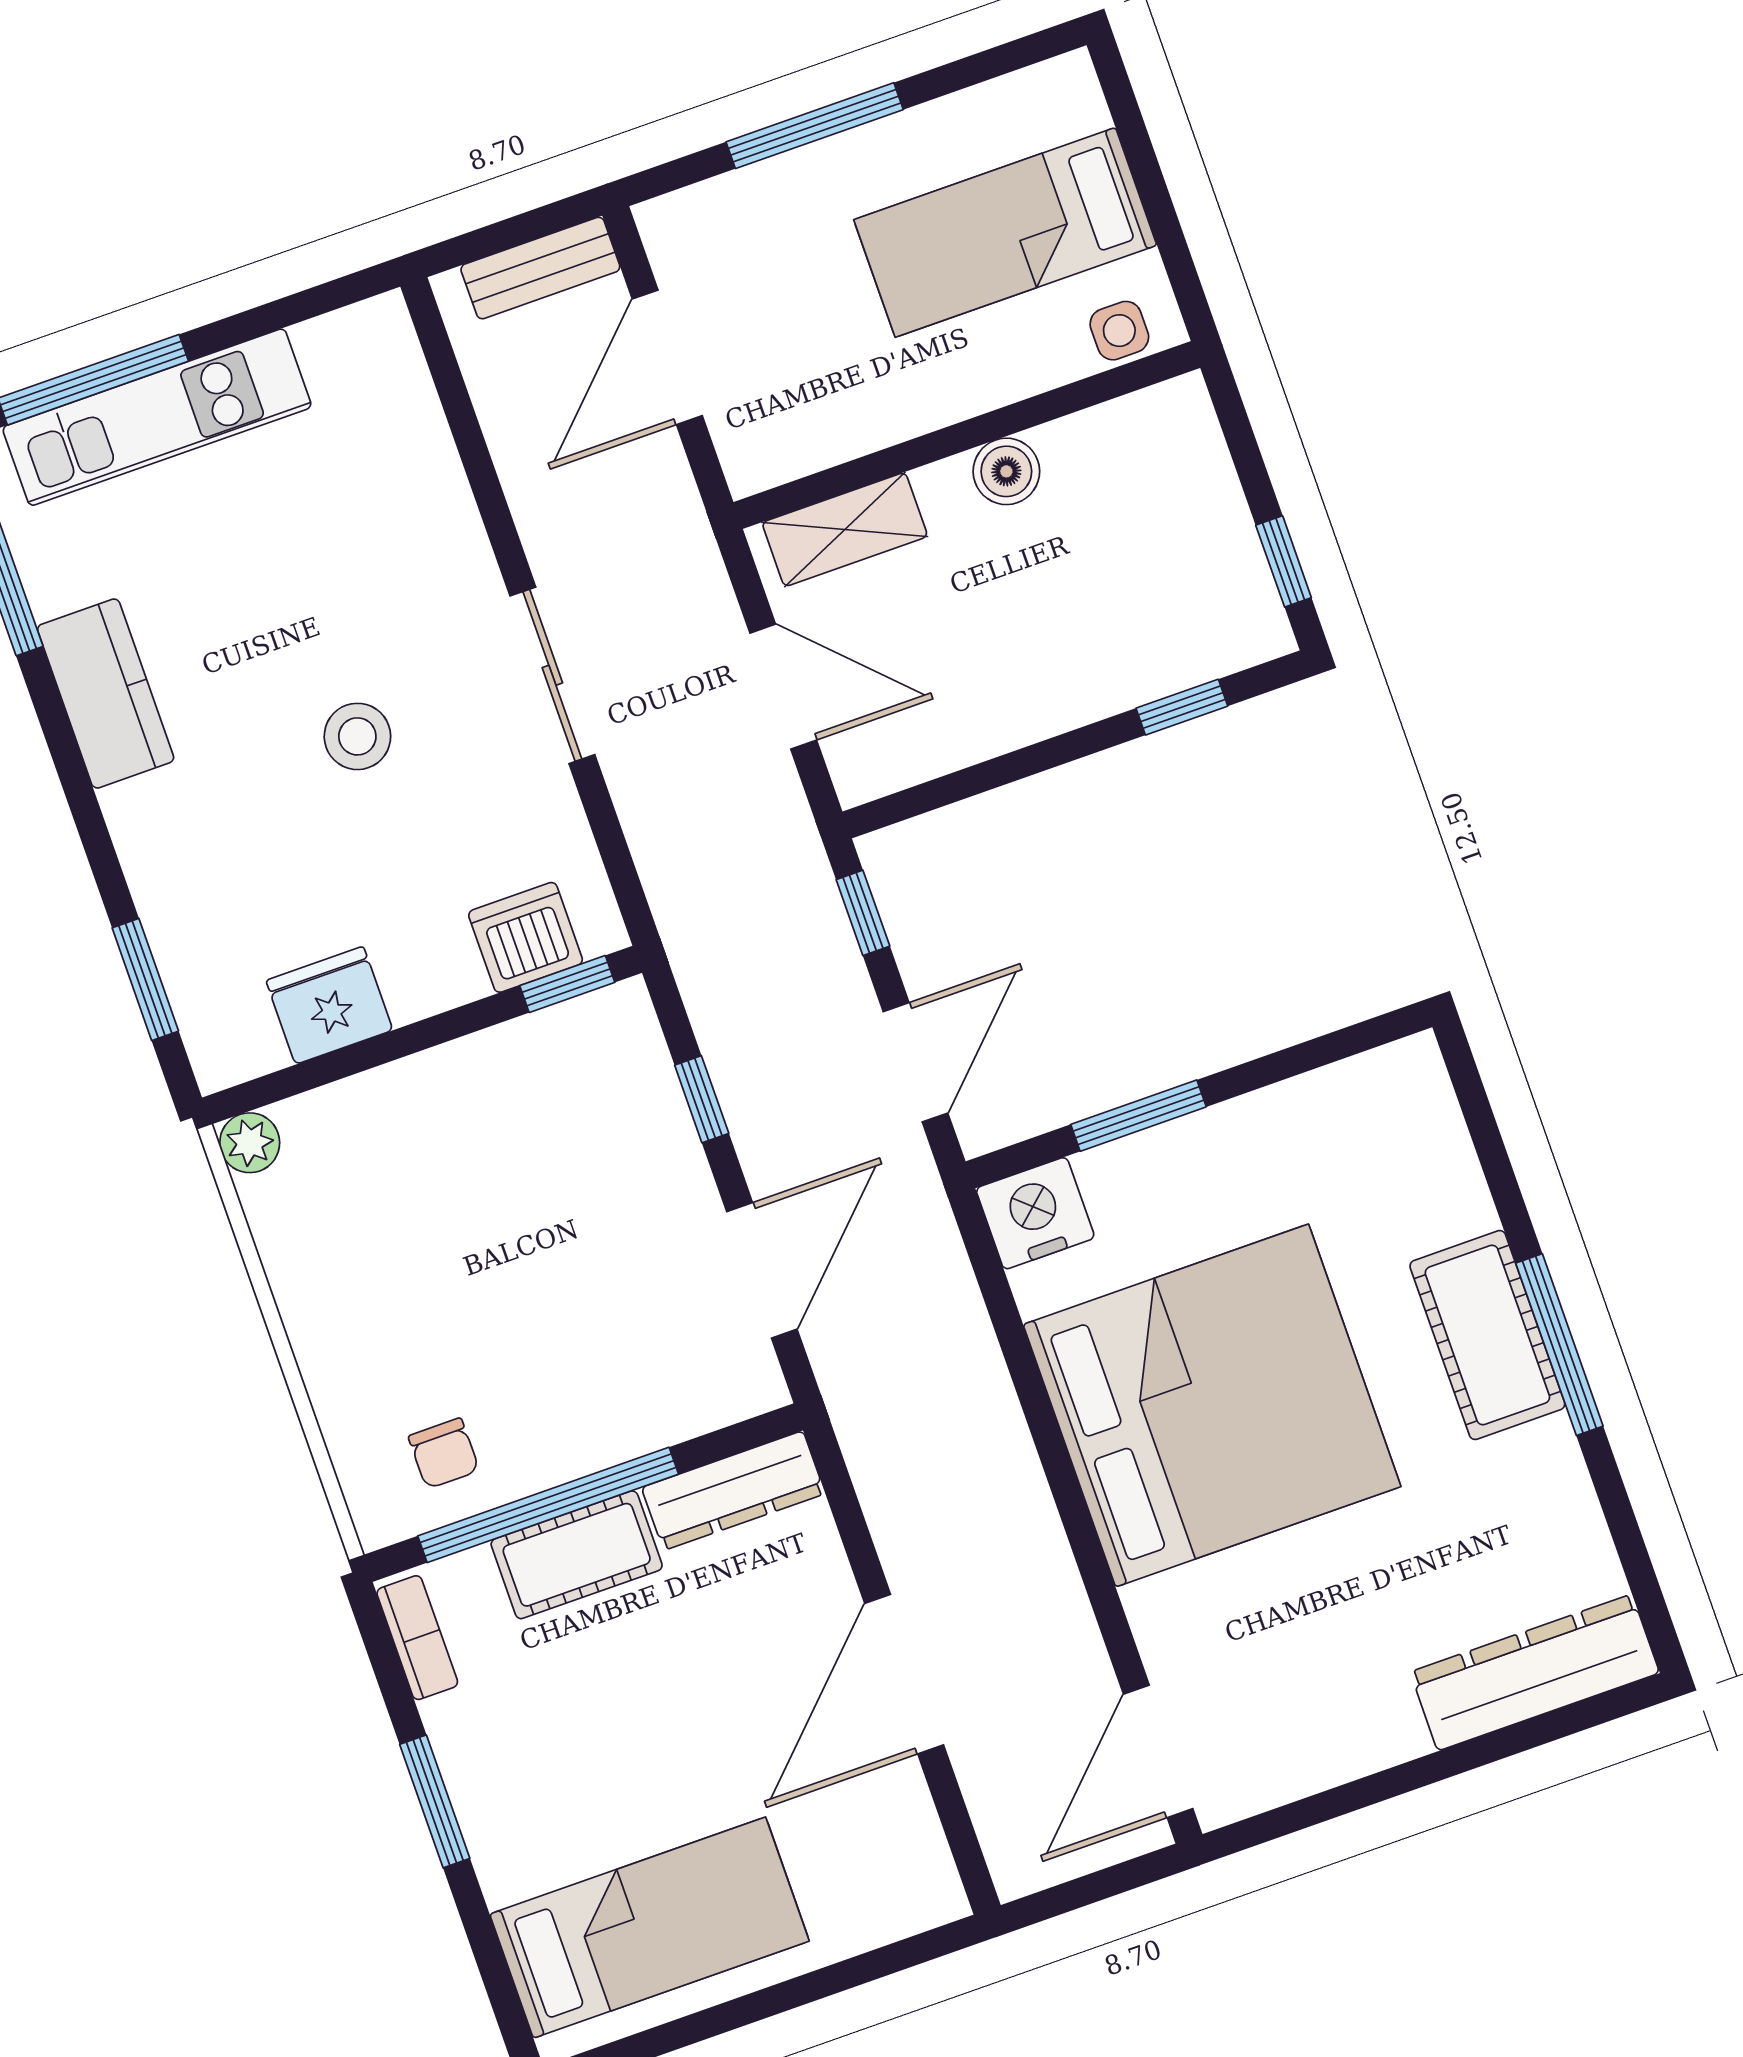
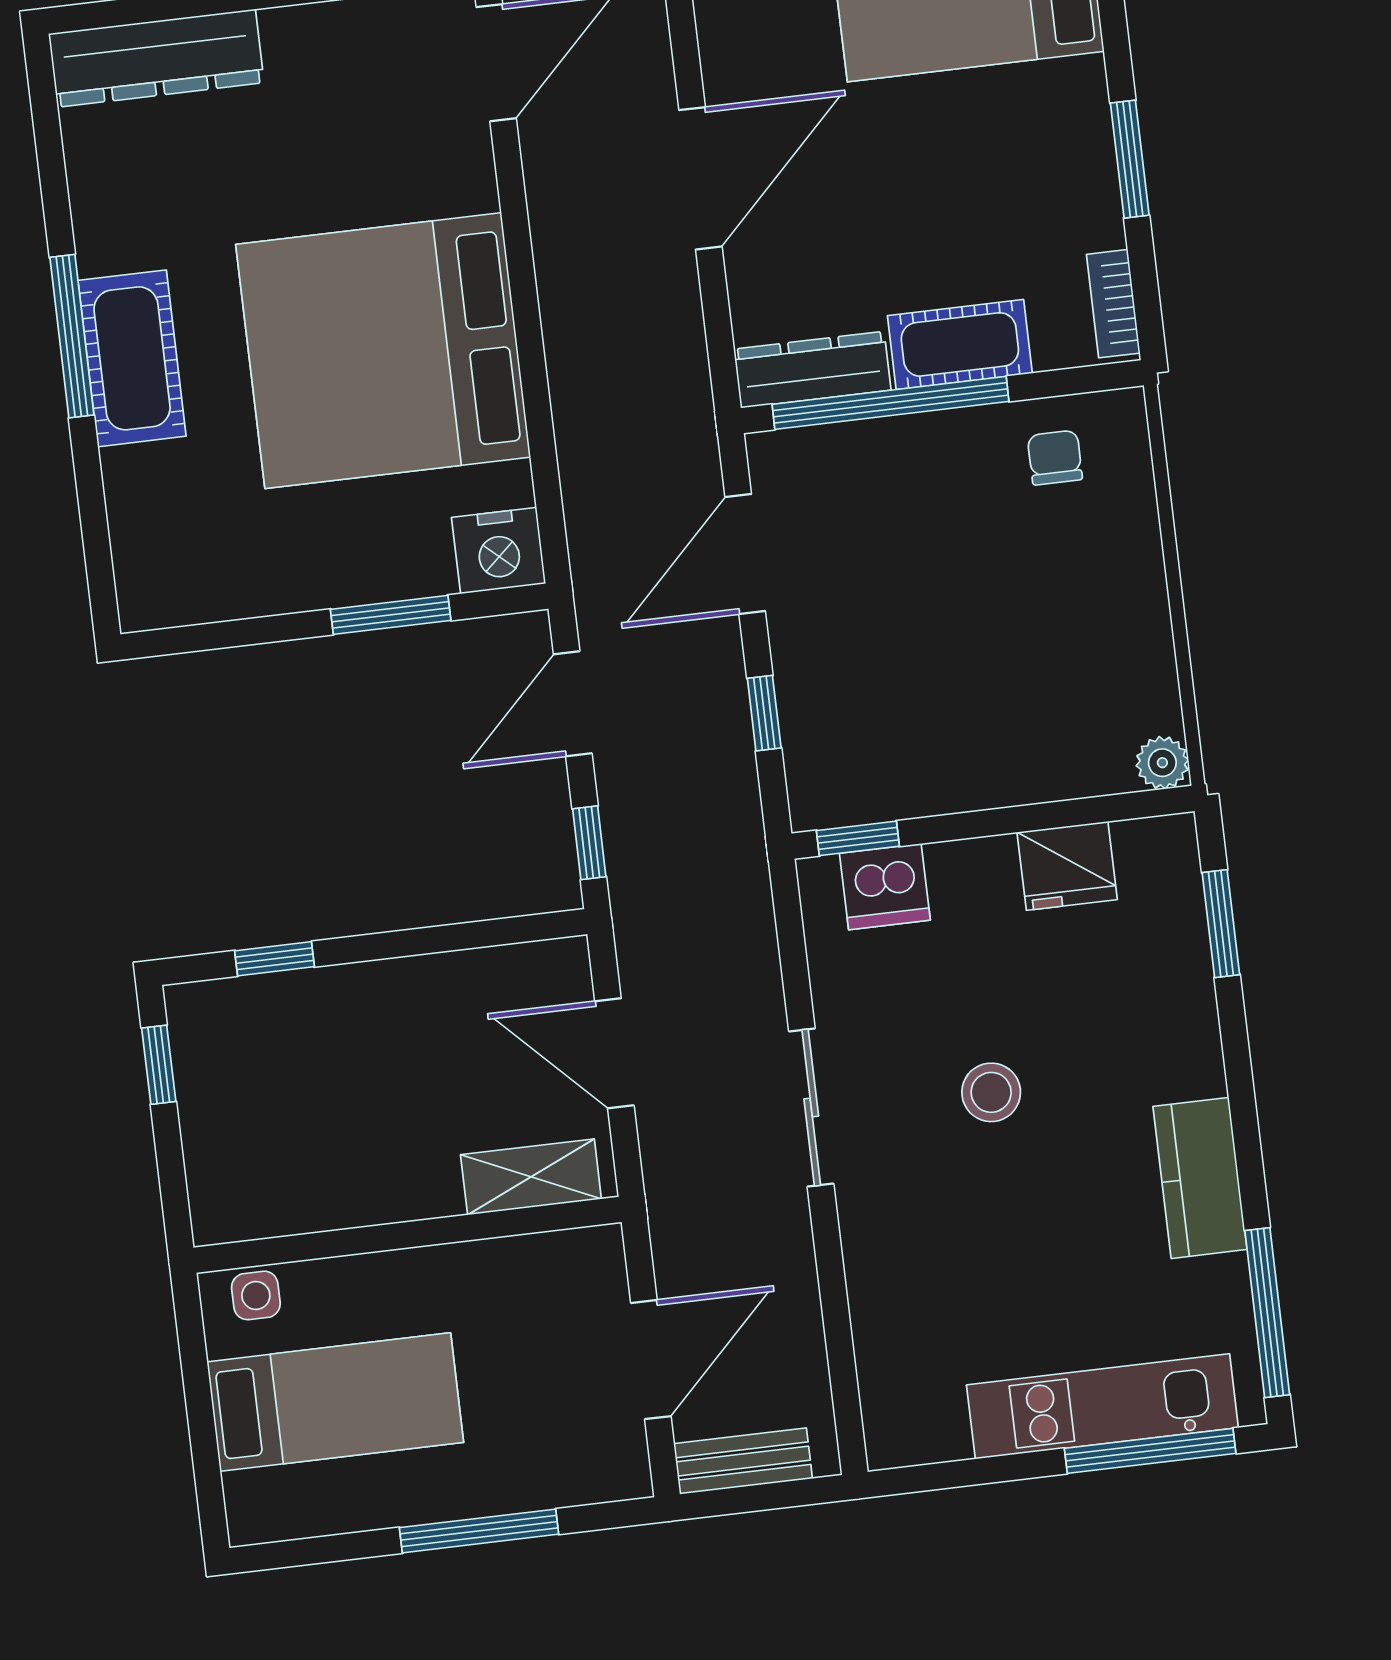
boiler: (1006, 471) -> (380, 1196), removed
window: (548, 1505) -> (890, 403), moved

